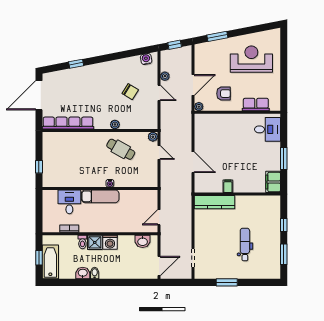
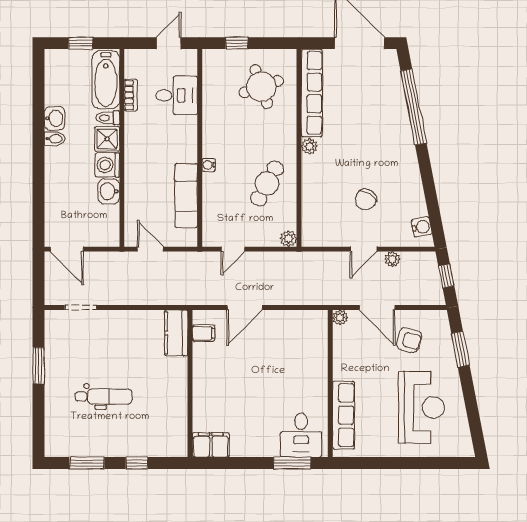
window: (76, 64) -> (414, 107), width x3.17
armchair: (224, 94) -> (409, 340), moved, turned -75
row of seats: (256, 105) -> (344, 415), width x1.48
plant: (115, 124) -> (309, 146), moved
door: (159, 152) -> (233, 249), moved
round table: (64, 153) -> (261, 87), added
window: (284, 159) -> (292, 463), moved
filing cabinet: (228, 186) -> (203, 333), moved
exam couch: (100, 196) -> (186, 196), moved
kitchen counter: (215, 202) -> (176, 333), width x0.67
door: (39, 206) -> (169, 43), added
washbasin: (143, 241) -> (109, 191), moved
bathtub: (50, 262) -> (106, 80), moved, turned 90

